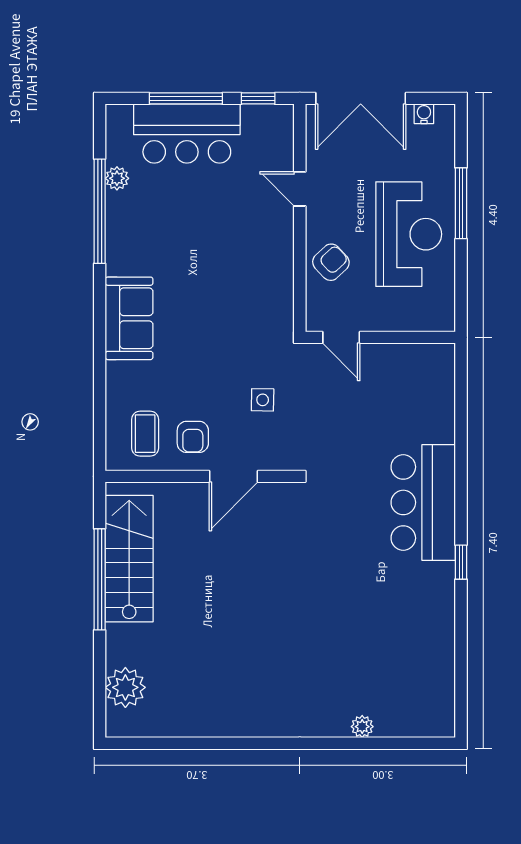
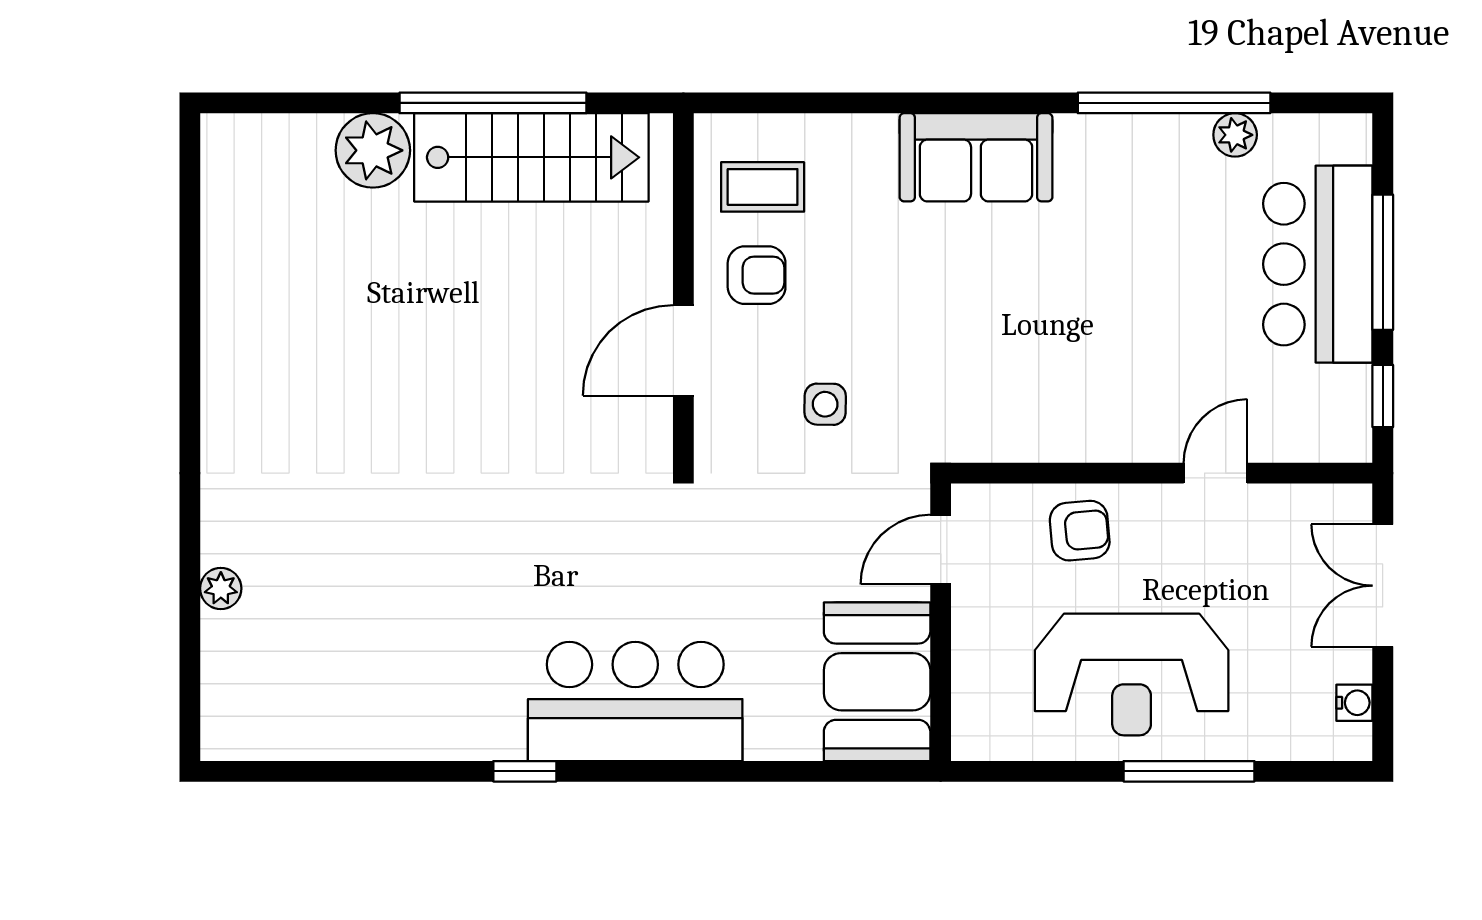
double door: (361, 98) -> (1383, 586), width x0.73
armchair: (331, 262) -> (1080, 531), turned -52
booth: (413, 372) -> (877, 682), added
armchair: (193, 437) -> (757, 275), turned 180
door: (234, 476) -> (683, 350), hinge flipped
plant: (125, 687) -> (373, 150), moved

